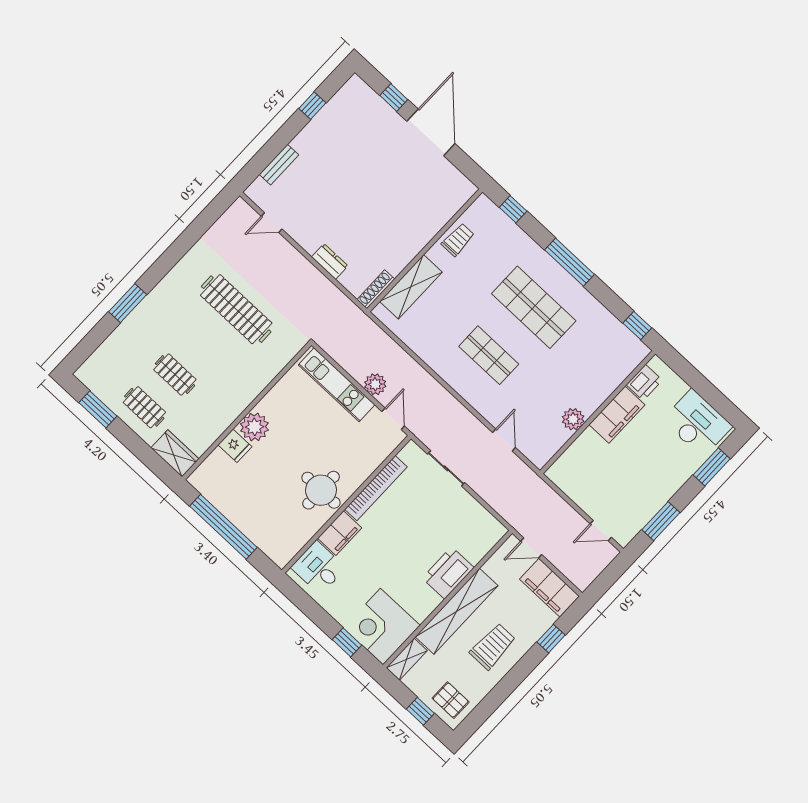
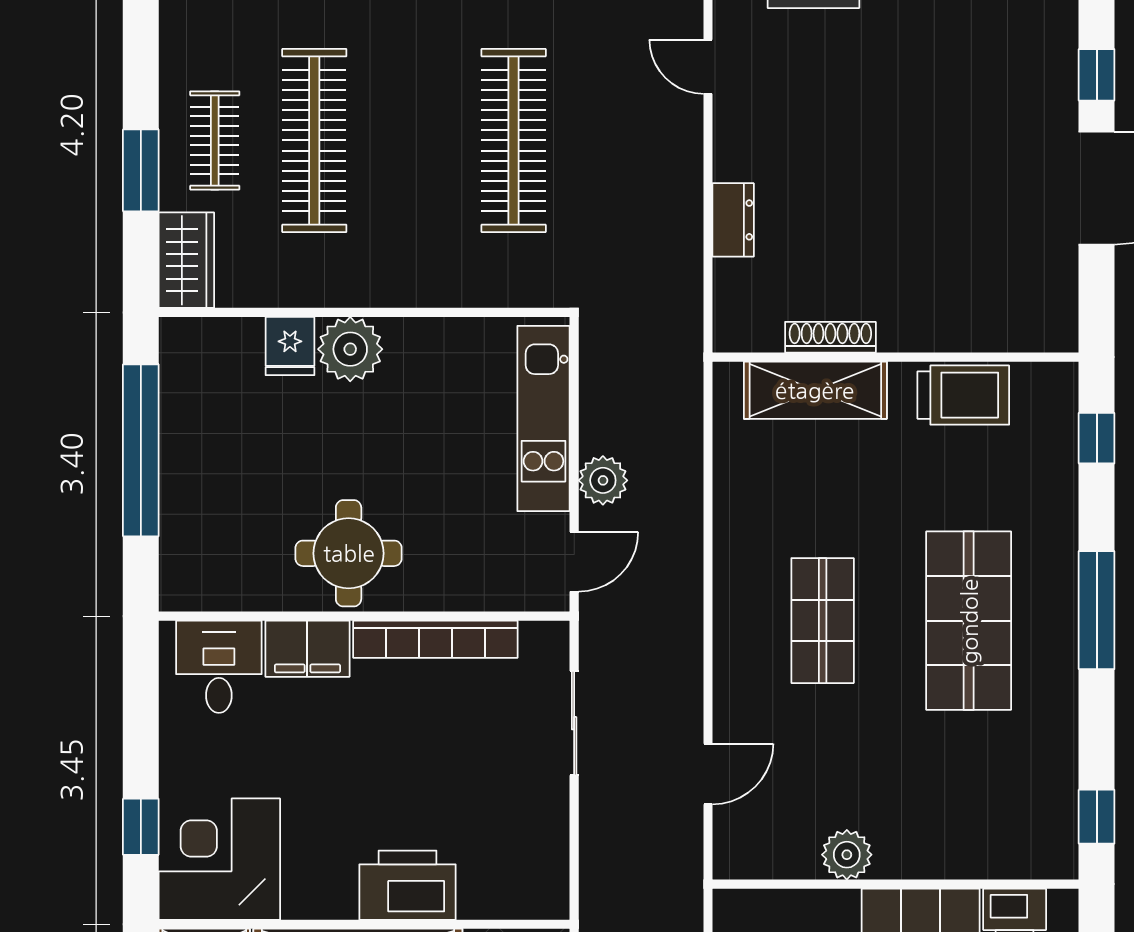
trolley: (458, 240) -> (963, 395), width x1.36, depth x1.39
shoe rack: (376, 289) -> (830, 337), moved
clothes rail: (175, 375) -> (314, 140), width x1.86, depth x1.31
window: (98, 409) -> (141, 170), moved

